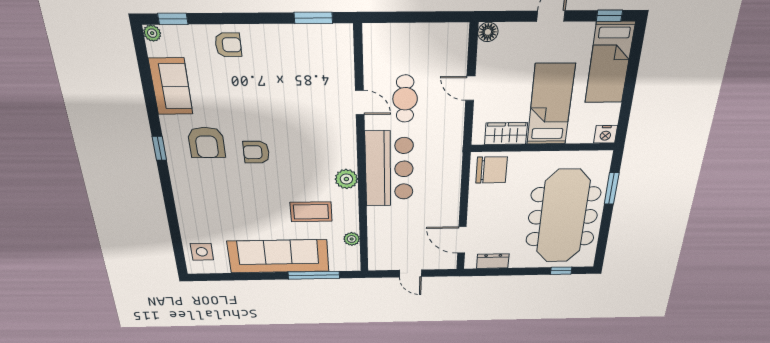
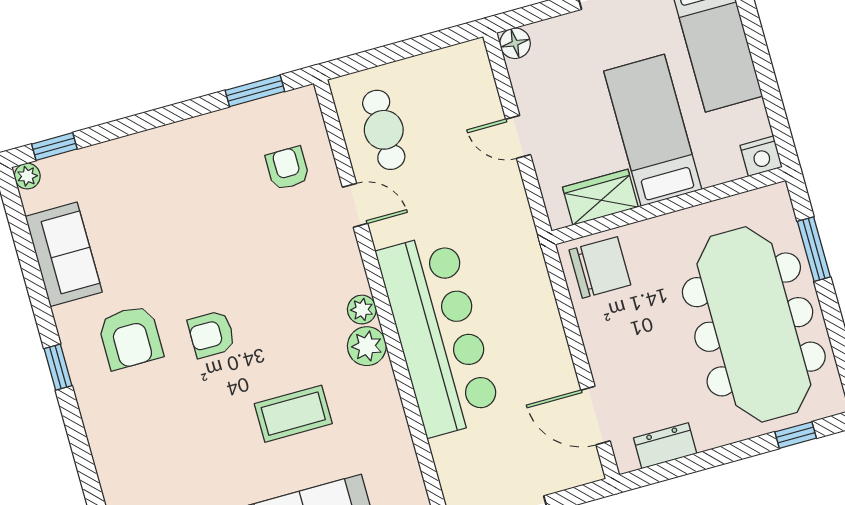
armchair: (228, 45) -> (287, 168), moved, turned -90
cafe table: (405, 99) -> (384, 130), moved
bar counter: (389, 169) -> (439, 334), width x1.36
coffee table: (311, 212) -> (293, 414), moved
plant: (352, 239) -> (362, 310), moved

